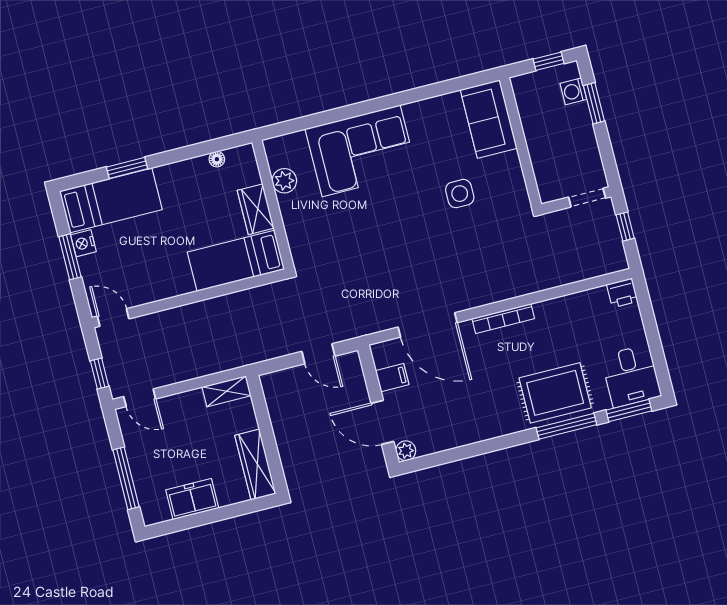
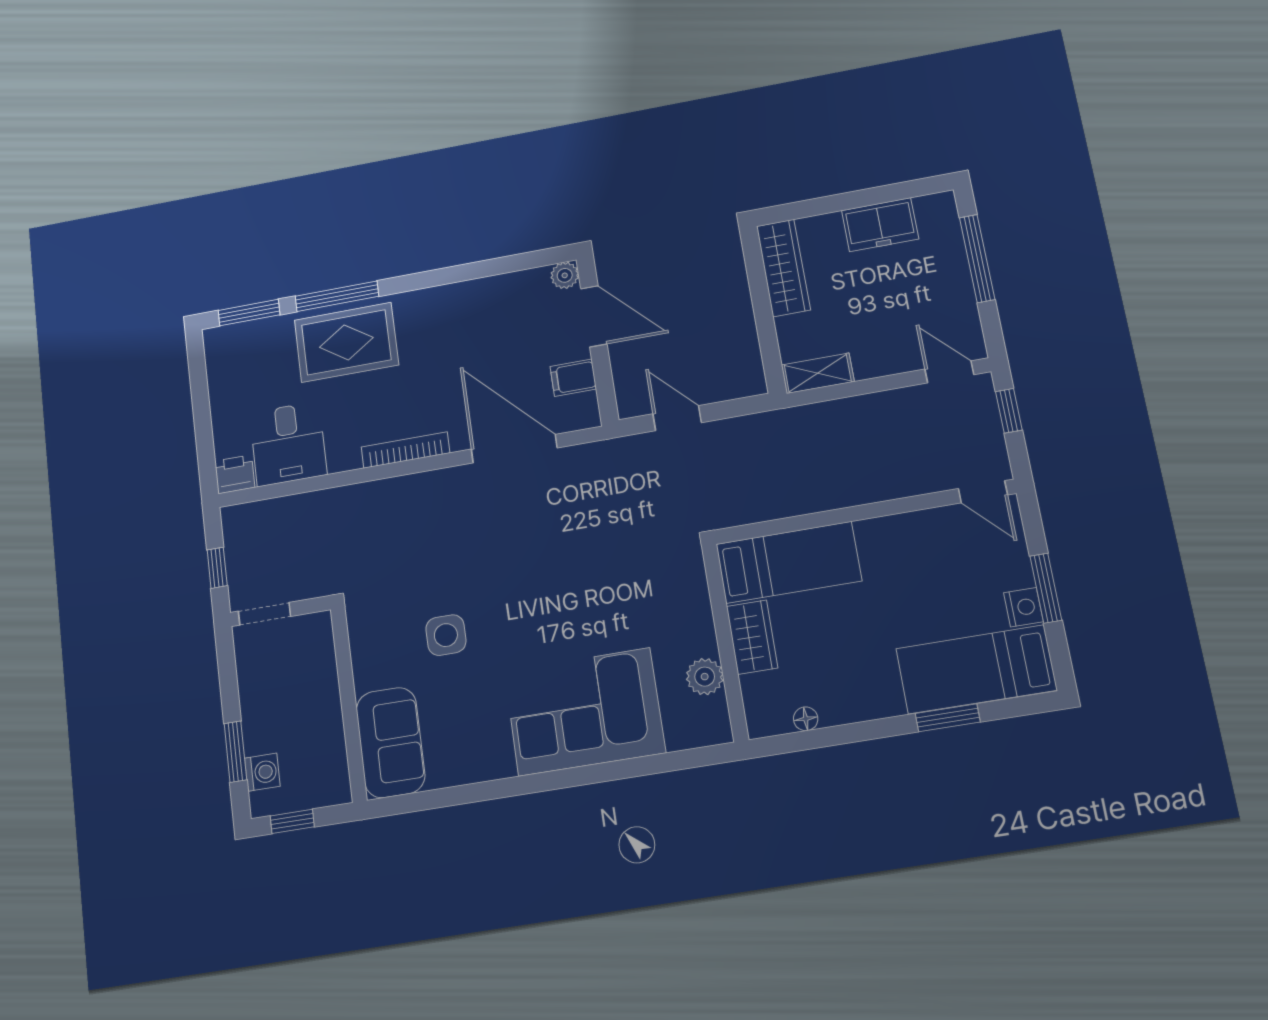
desk: (631, 376) -> (288, 444), moved, turned 180

